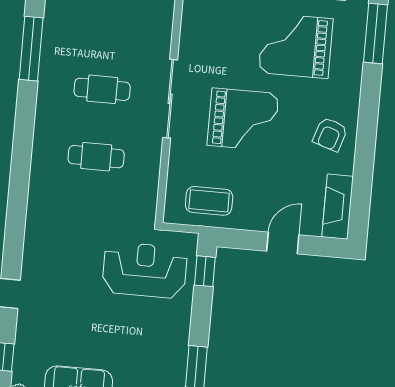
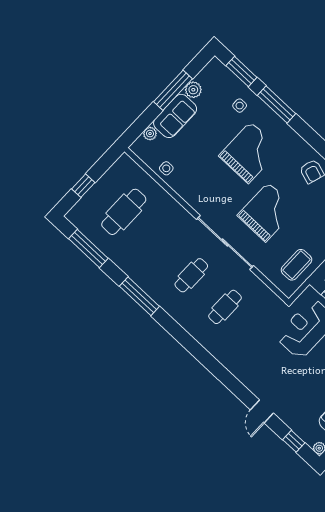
grand piano: (296, 46) -> (250, 153), turned 180
sliding door: (170, 99) -> (225, 243), width x1.36

